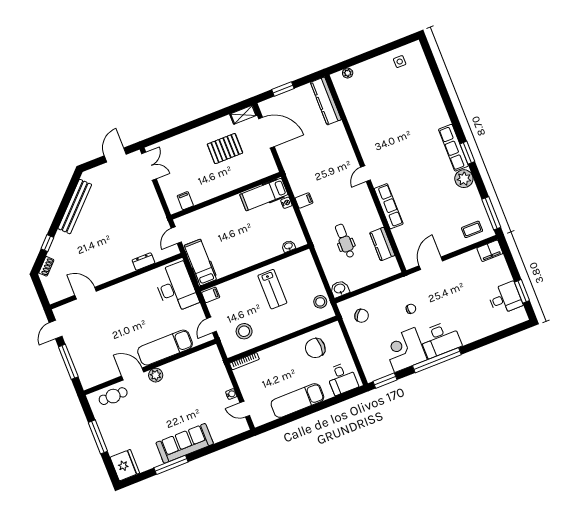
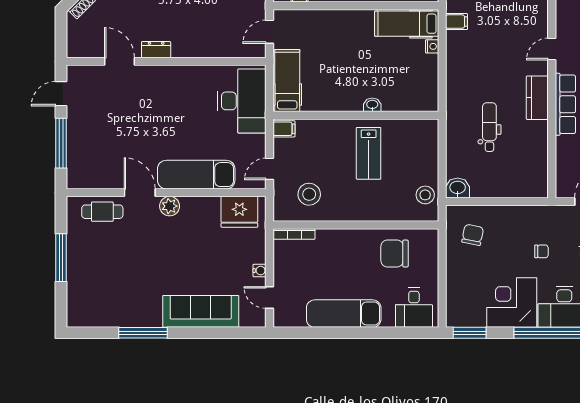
filing cabinet: (304, 200) -> (457, 22), moved
kitchen counter: (382, 244) -> (537, 98), moved
washbasin: (289, 246) -> (372, 105), moved
dresser: (143, 262) -> (156, 50), moved
chair: (362, 316) -> (473, 235), turned -116
sofa: (185, 443) -> (201, 311), moved
fridge: (125, 465) -> (239, 212), moved, turned 90

